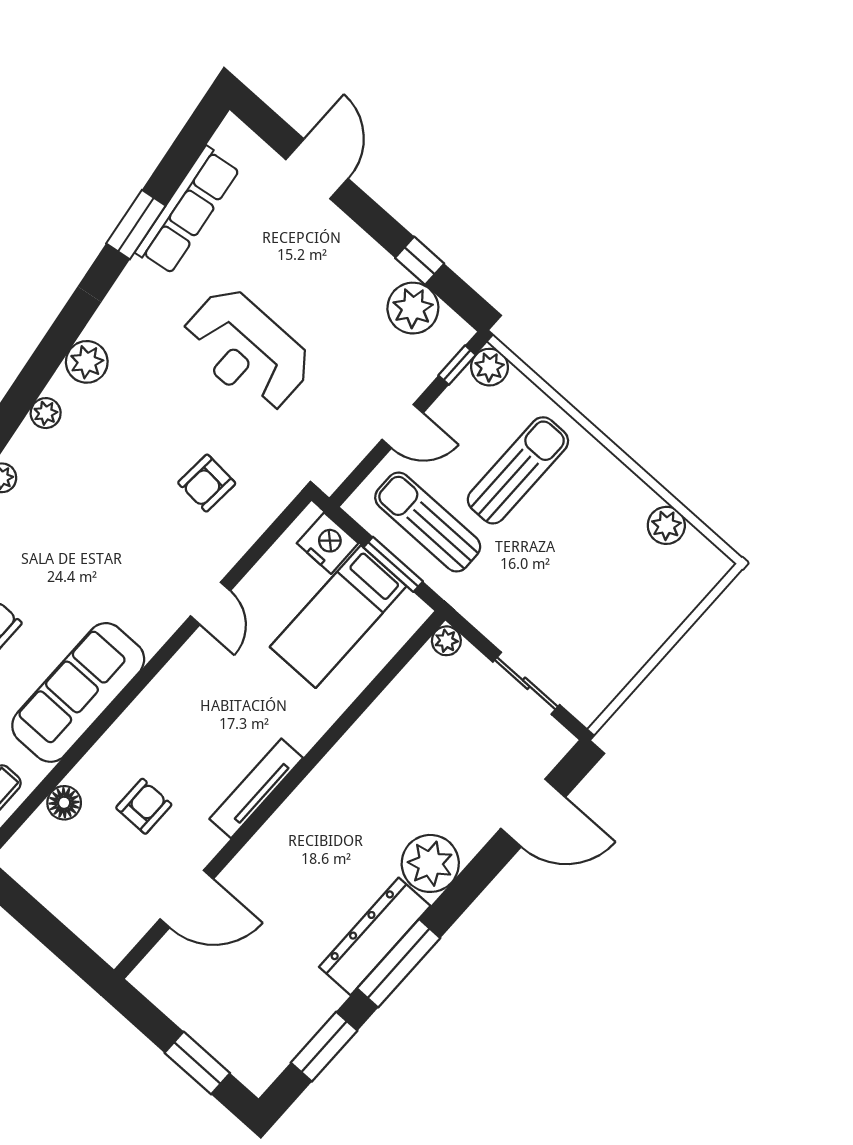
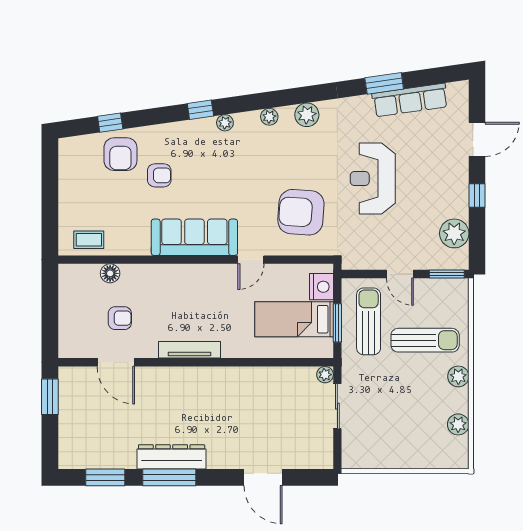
window: (420, 261) -> (477, 196), moved
window: (457, 365) -> (447, 274), width x1.50
plant: (489, 367) -> (458, 376), moved
armchair: (207, 483) -> (301, 212), width x1.88, depth x1.88
sliding door: (526, 683) -> (337, 406), moved
sofa: (78, 692) -> (194, 237), moved
armchair: (144, 806) -> (120, 318), moved
door: (533, 813) -> (263, 477), moved
plant: (430, 863) -> (224, 453), removed
window: (197, 1063) -> (50, 397), moved

